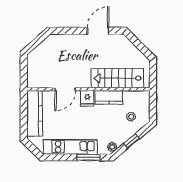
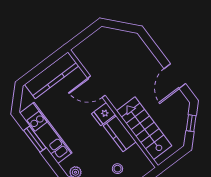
door: (98, 31) -> (175, 76), swing flipped
window: (138, 44) -> (191, 123), added
window: (89, 157) -> (35, 139), moved

